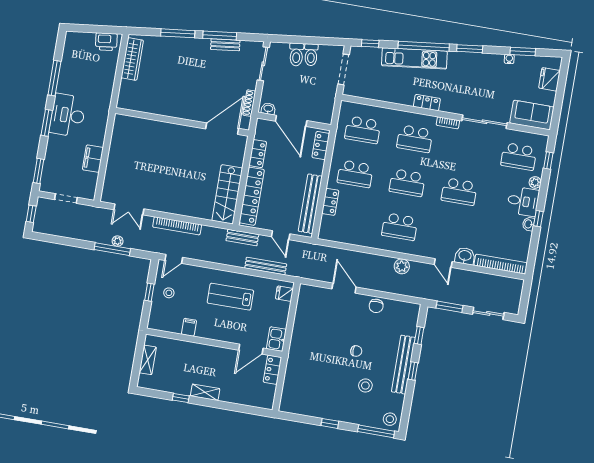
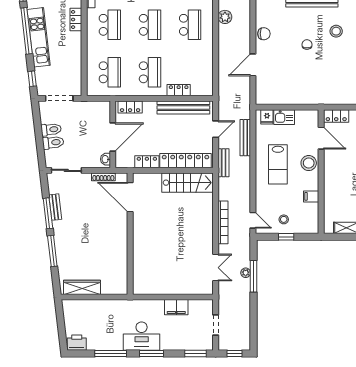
printer: (106, 42) -> (77, 343), moved, turned -83
stool: (226, 331) -> (309, 163), added
kitchen sink: (276, 339) -> (284, 117), moved

